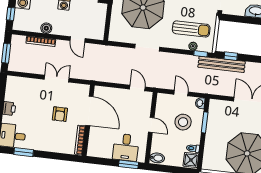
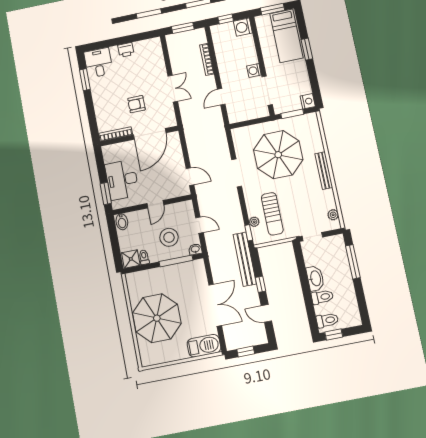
boiler: (46, 28) -> (223, 61), removed
window: (231, 56) -> (260, 284), moved
door: (137, 88) -> (190, 177), hinge flipped
door: (181, 93) -> (199, 225), hinge flipped
window: (205, 122) -> (176, 261), width x1.44
desk: (126, 147) -> (122, 180), width x1.37

